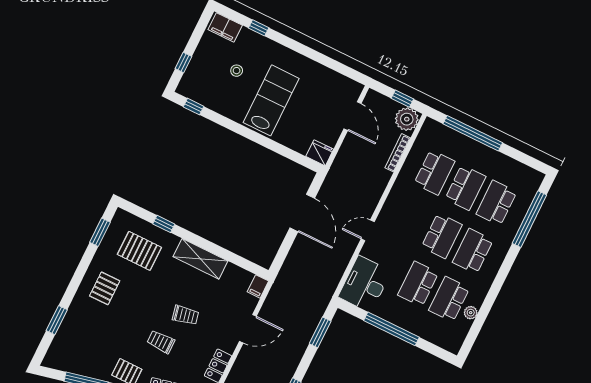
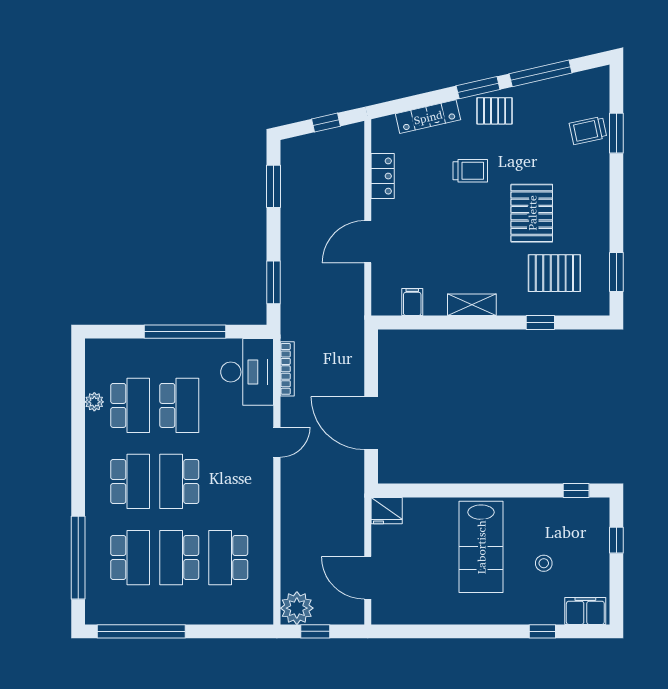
window: (473, 133) -> (141, 631), moved
bookcase: (398, 153) -> (287, 369), moved
shelving: (200, 259) -> (472, 305), width x0.67, depth x0.75
filing cabinet: (258, 286) -> (412, 302), moved
pallet: (105, 288) -> (532, 213), moved, width x1.50, depth x1.42
trolley: (186, 315) -> (588, 130), moved

